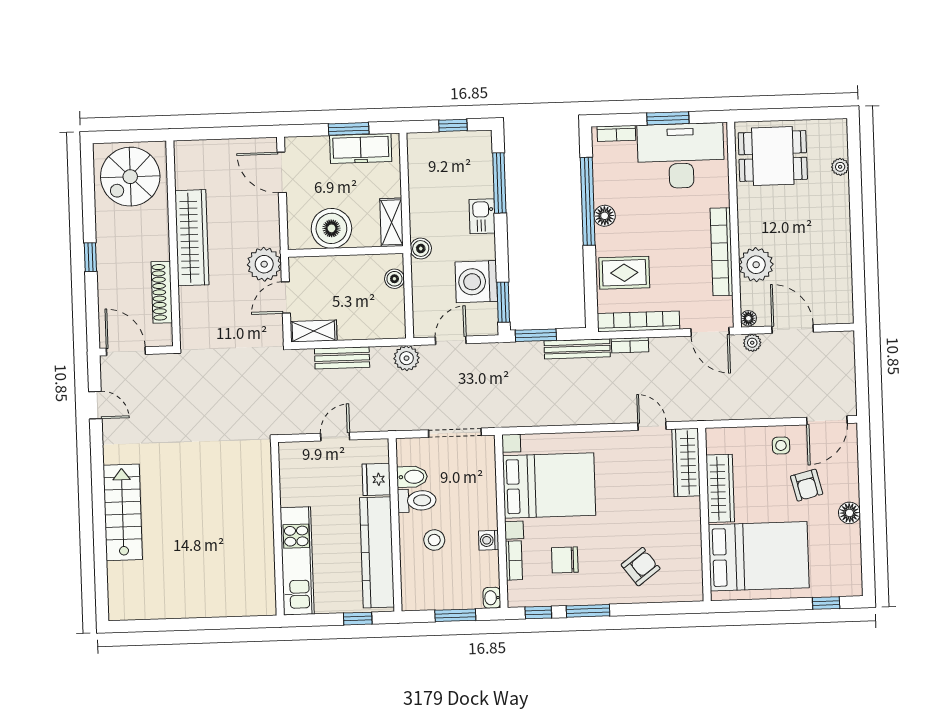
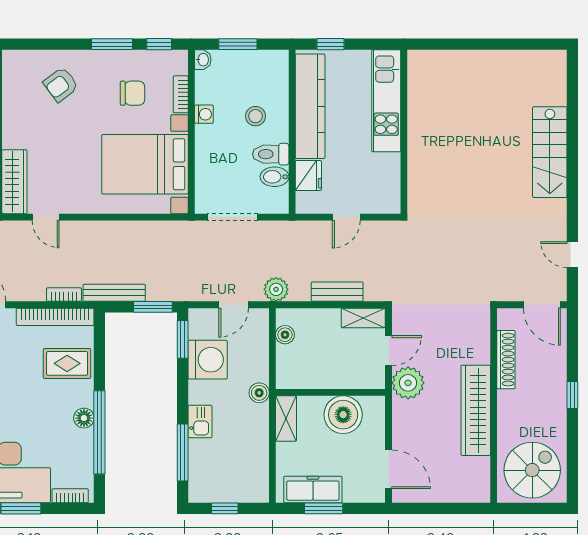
boiler: (394, 279) -> (285, 335), moved

